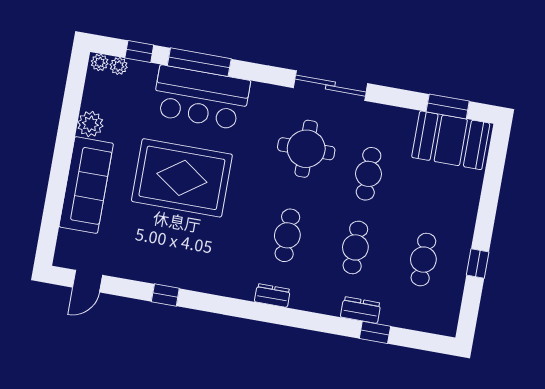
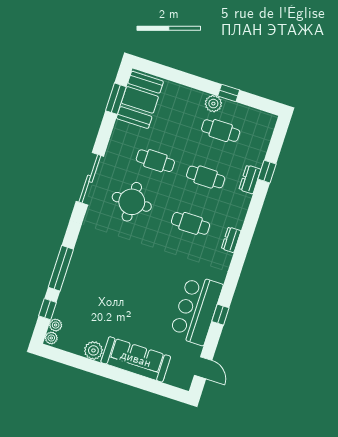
bar counter: (201, 98) -> (196, 310), moved, turned 180
rug: (182, 178) -> (140, 292), removed
plant: (460, 244) -> (213, 104), added

